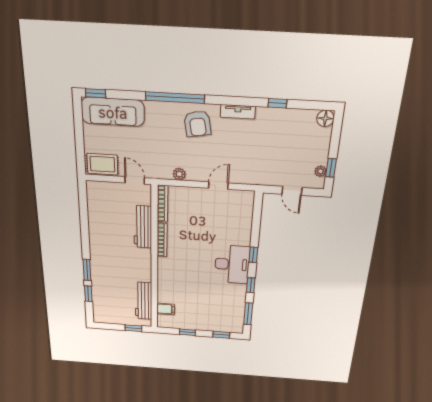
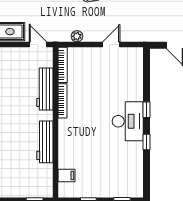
workbench: (144, 301) -> (45, 142), moved
window: (248, 314) -> (147, 174), removed

